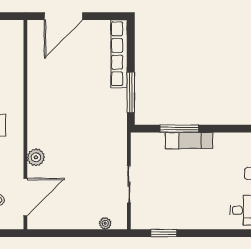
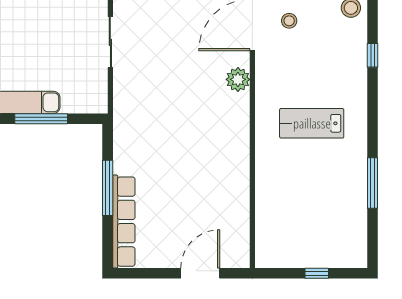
door: (63, 16) -> (200, 273), width x0.73
window: (131, 92) -> (108, 188), moved

